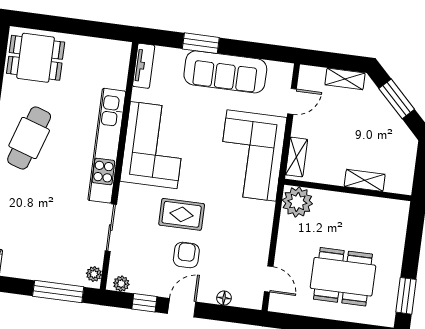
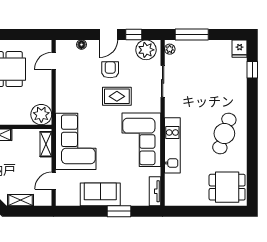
sofa: (225, 72) -> (100, 194), width x0.73
kitchen unit: (107, 146) -> (172, 145), width x0.73
armchair: (186, 255) -> (110, 70), turned 180
door: (269, 279) -> (54, 61), hinge flipped
plant: (121, 284) -> (146, 50), width x1.88, depth x1.88

